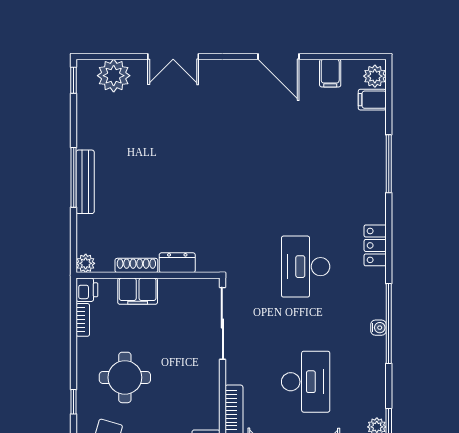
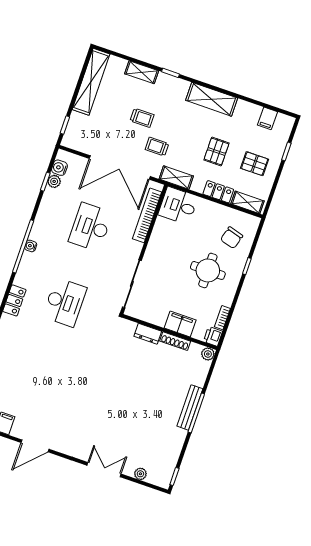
door: (279, 56) -> (35, 446), swing flipped
plant: (114, 76) -> (140, 474), width x0.53, depth x0.53

